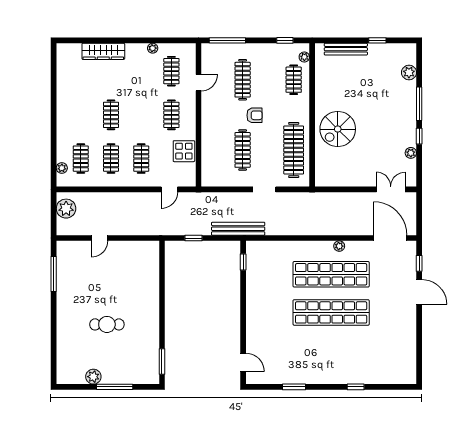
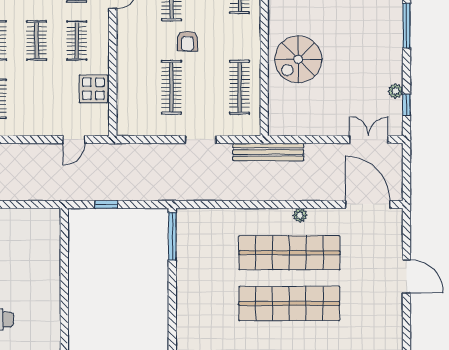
armchair: (255, 115) -> (187, 41), turned 90
window: (419, 136) -> (406, 105), moved
clothes rail: (294, 150) -> (239, 87), width x0.73, depth x0.76
clothes rail: (141, 159) -> (37, 40), moved
bench: (238, 229) -> (268, 152), moved
window: (243, 262) -> (172, 236), width x2.17
window: (419, 263) -> (406, 238), removed

